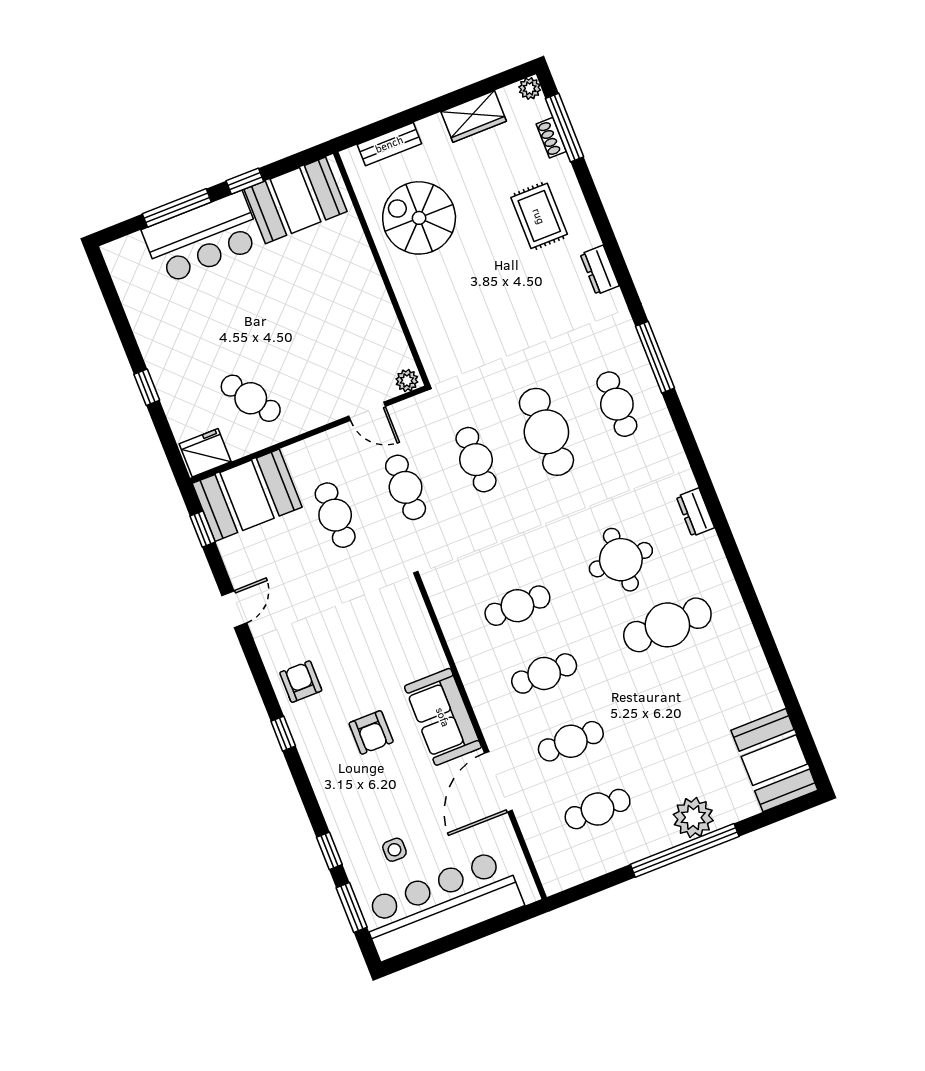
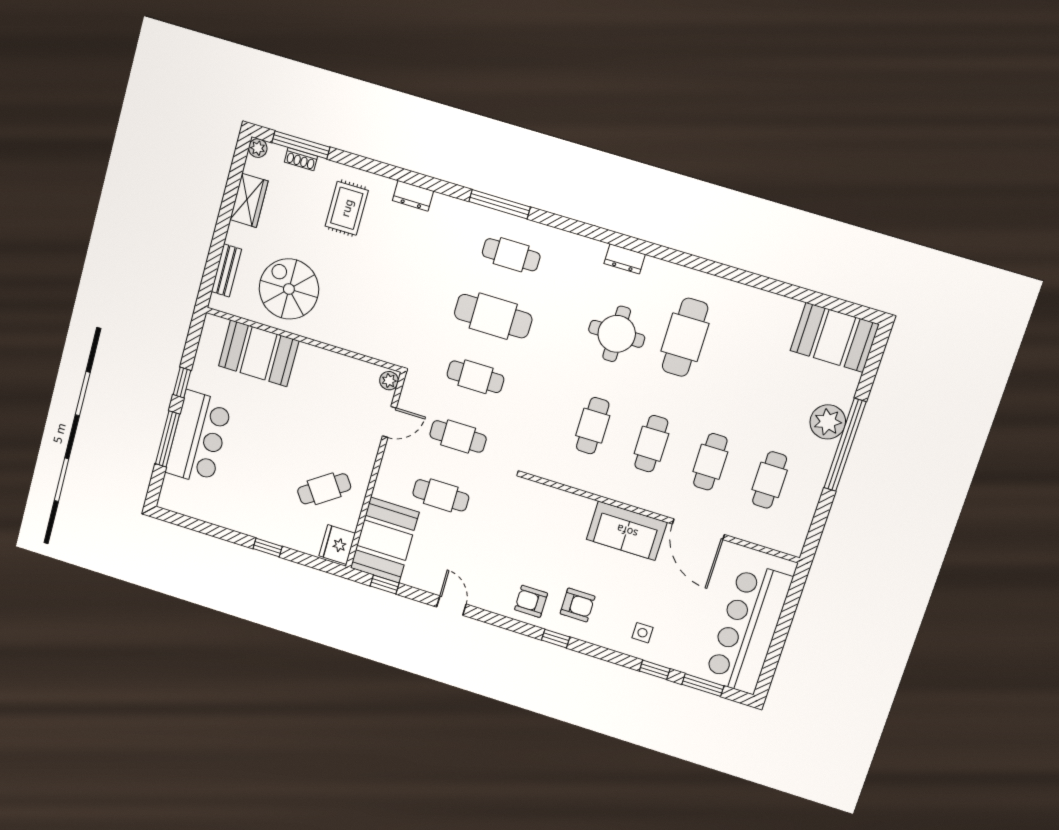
booth: (296, 200) -> (259, 353), moved, turned 90
rug: (539, 216) -> (347, 208), turned 90
spiral stairs: (419, 218) -> (289, 289), turned 90
armchair: (371, 732) -> (578, 605), moved
side table: (394, 850) -> (642, 633), moved

